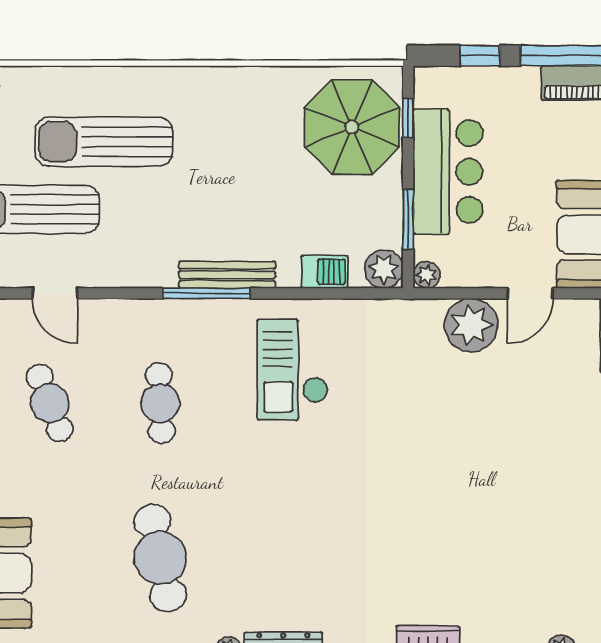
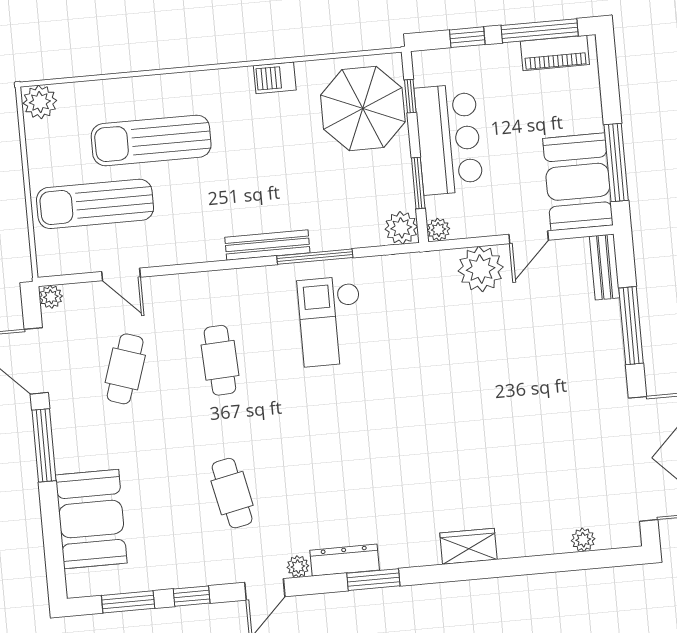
barbecue: (324, 272) -> (275, 78), moved, turned 180
window: (206, 293) -> (315, 257), moved
cafe table: (50, 403) -> (125, 369), turned 39
cafe table: (160, 558) -> (232, 493), width x0.73, depth x0.74

